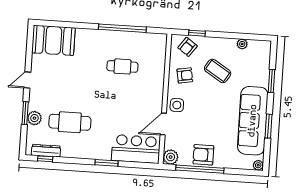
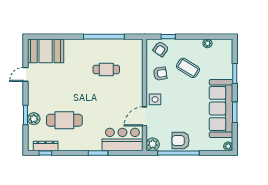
door: (27, 80) -> (26, 74), moved

